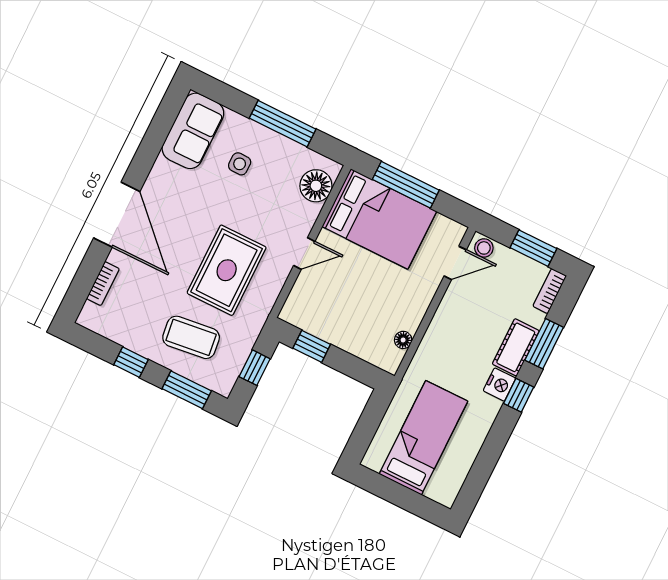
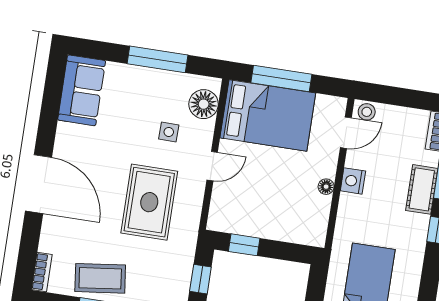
side table: (240, 164) -> (169, 132), moved
window: (533, 248) -> (410, 98), removed
bookcase: (103, 284) -> (42, 272), moved
coffee table: (191, 337) -> (100, 278), moved
floor lamp: (403, 340) -> (326, 187), moved
nightstand: (499, 385) -> (353, 181), moved, turned 180

